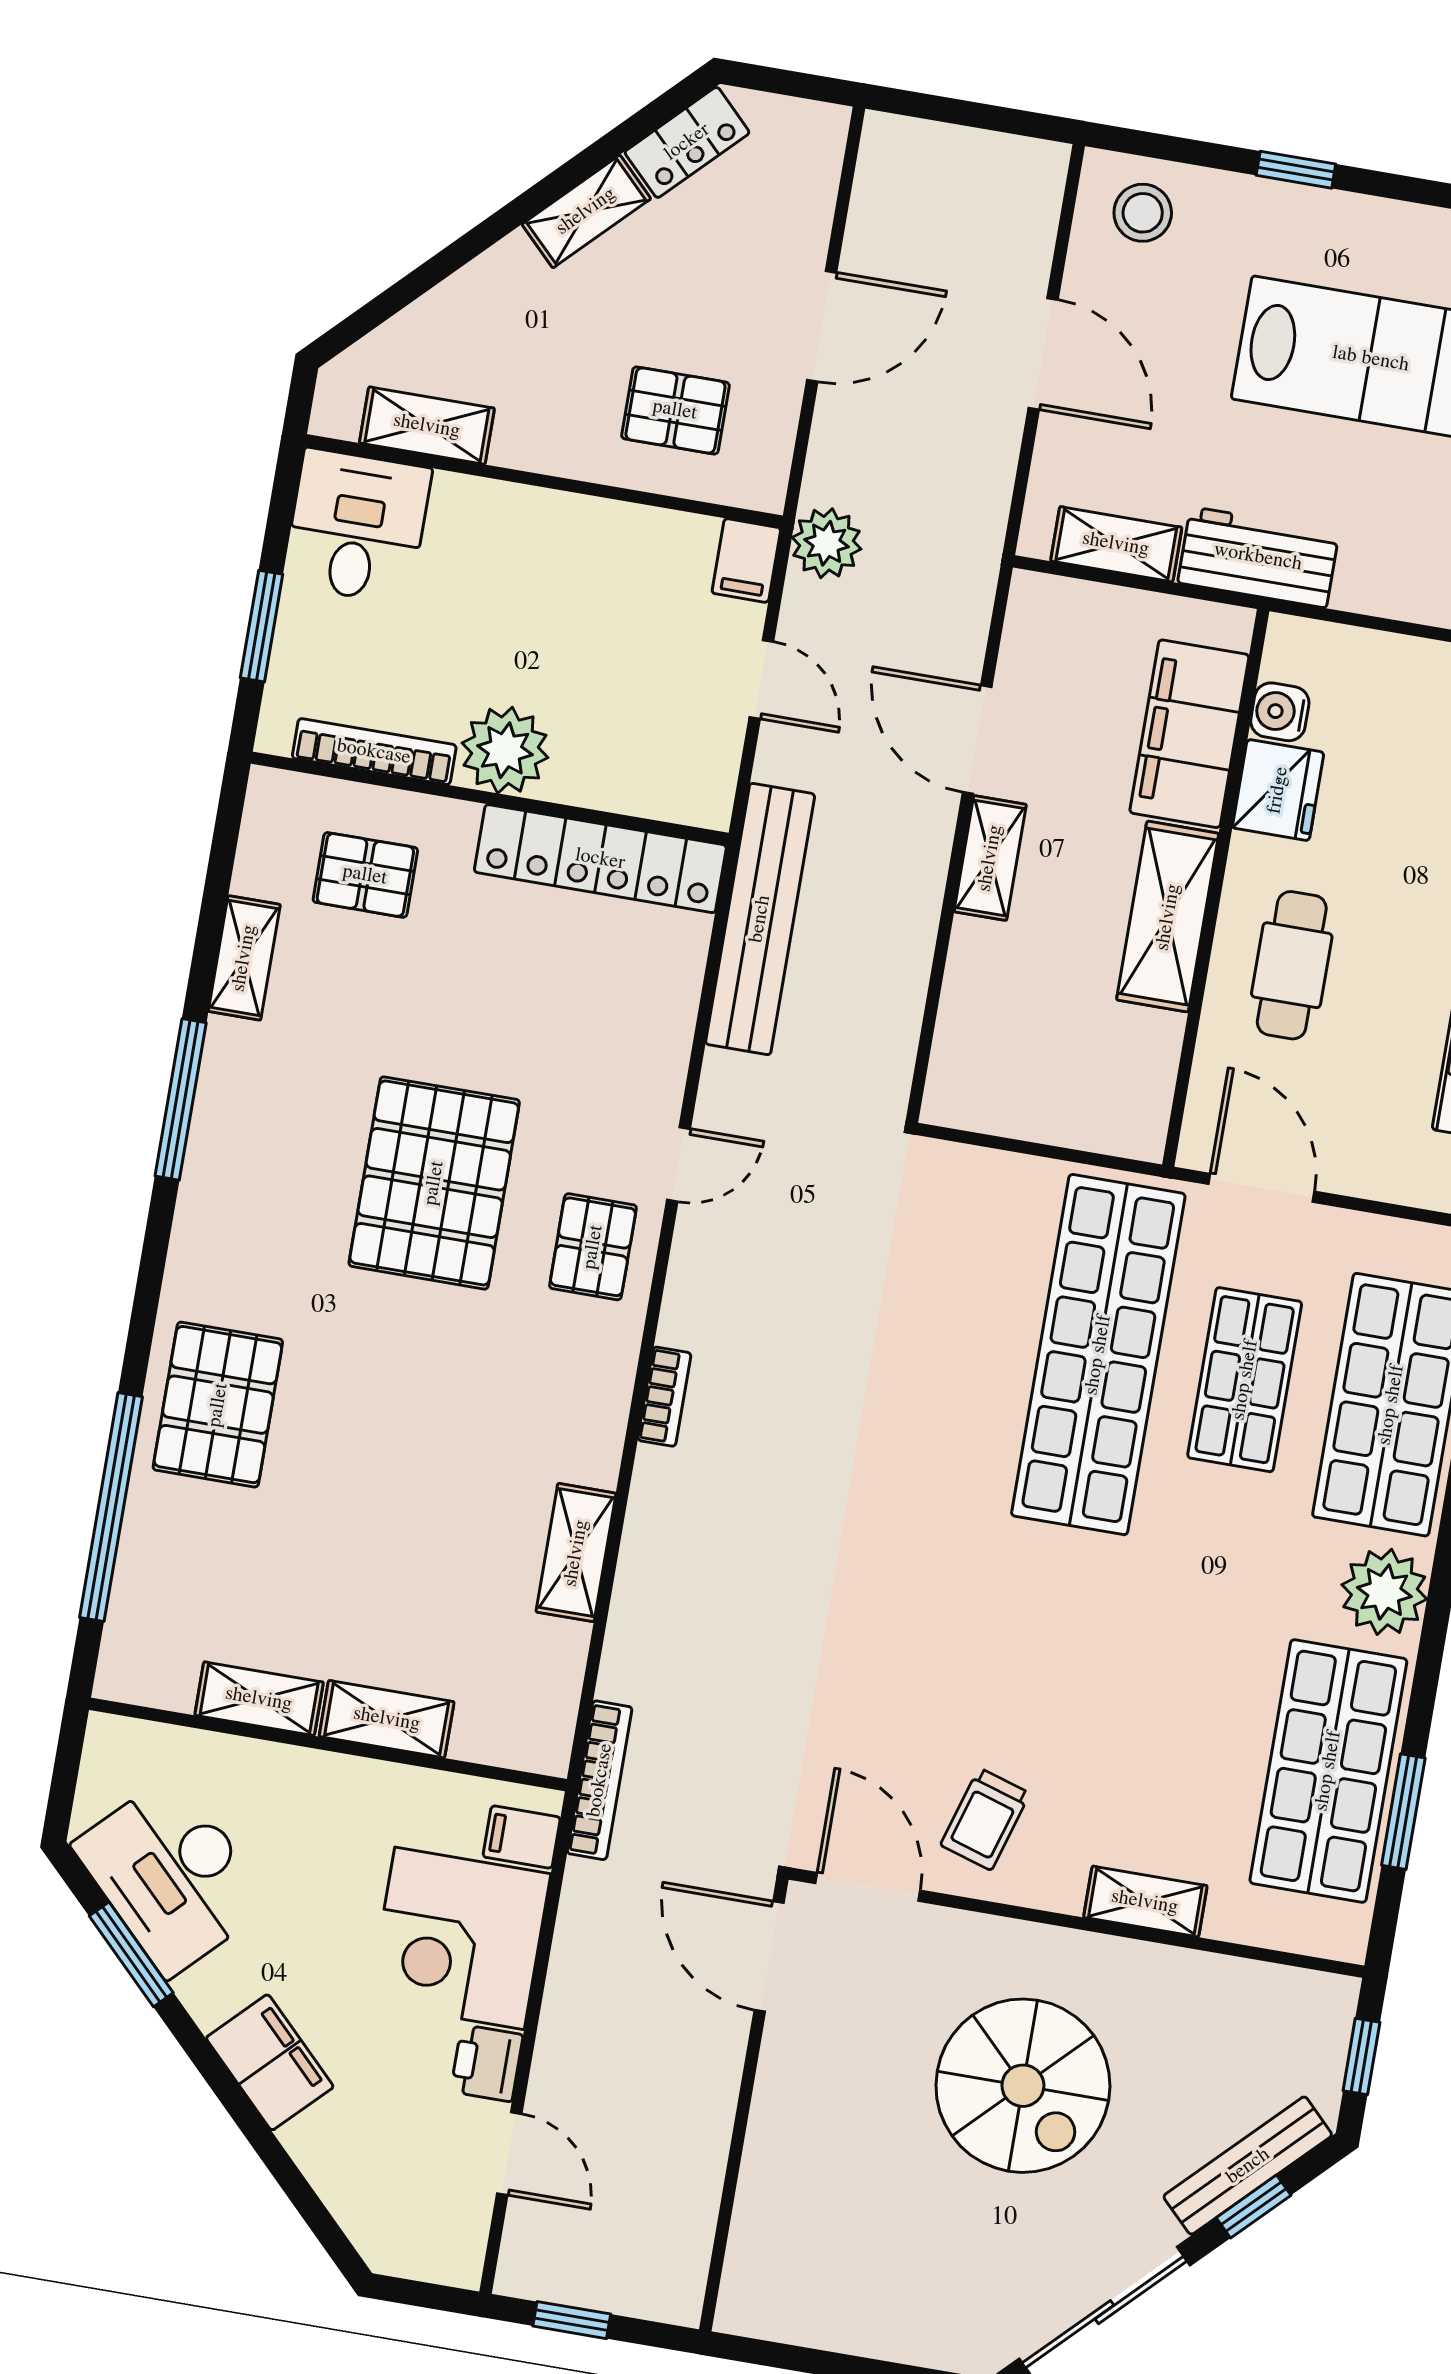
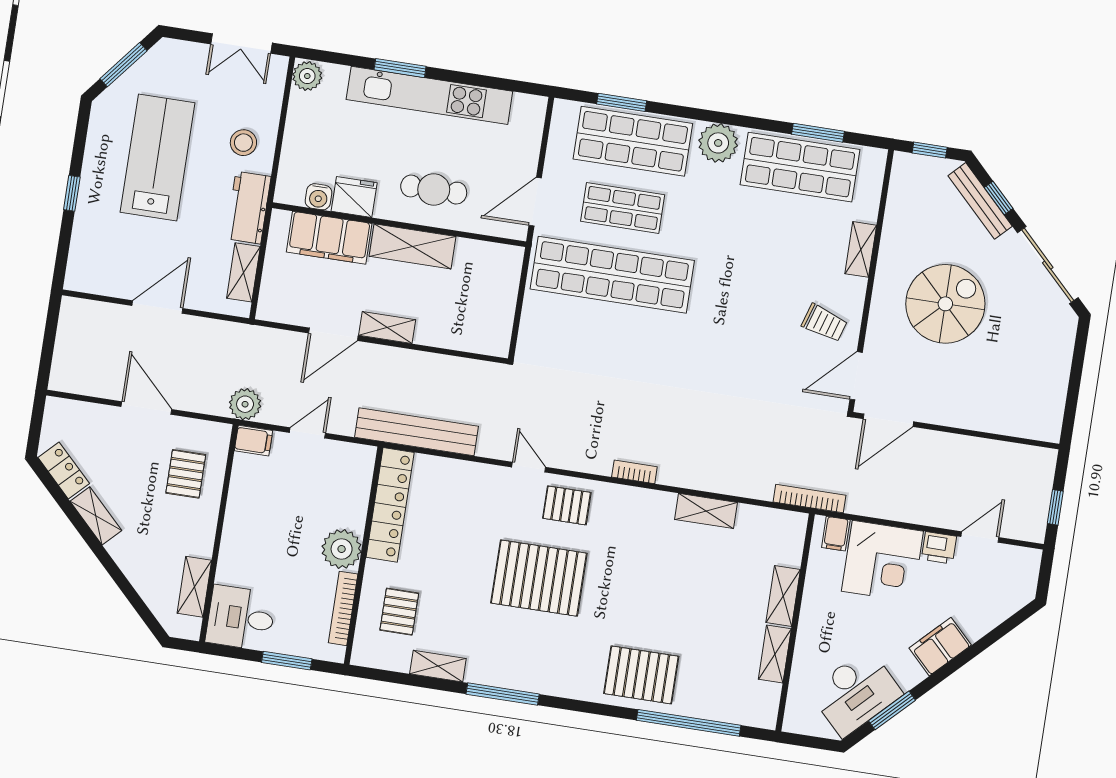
stool: (1143, 213) -> (243, 143), moved

